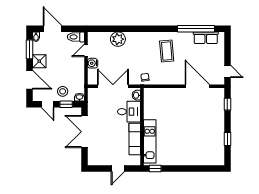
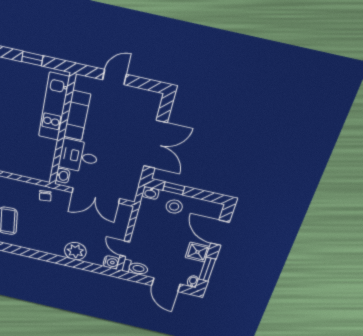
door: (86, 50) -> (125, 249), swing flipped
water cooler: (93, 63) -> (111, 262), moved
door: (47, 104) -> (203, 195), removed
window: (155, 169) -> (32, 59), moved

